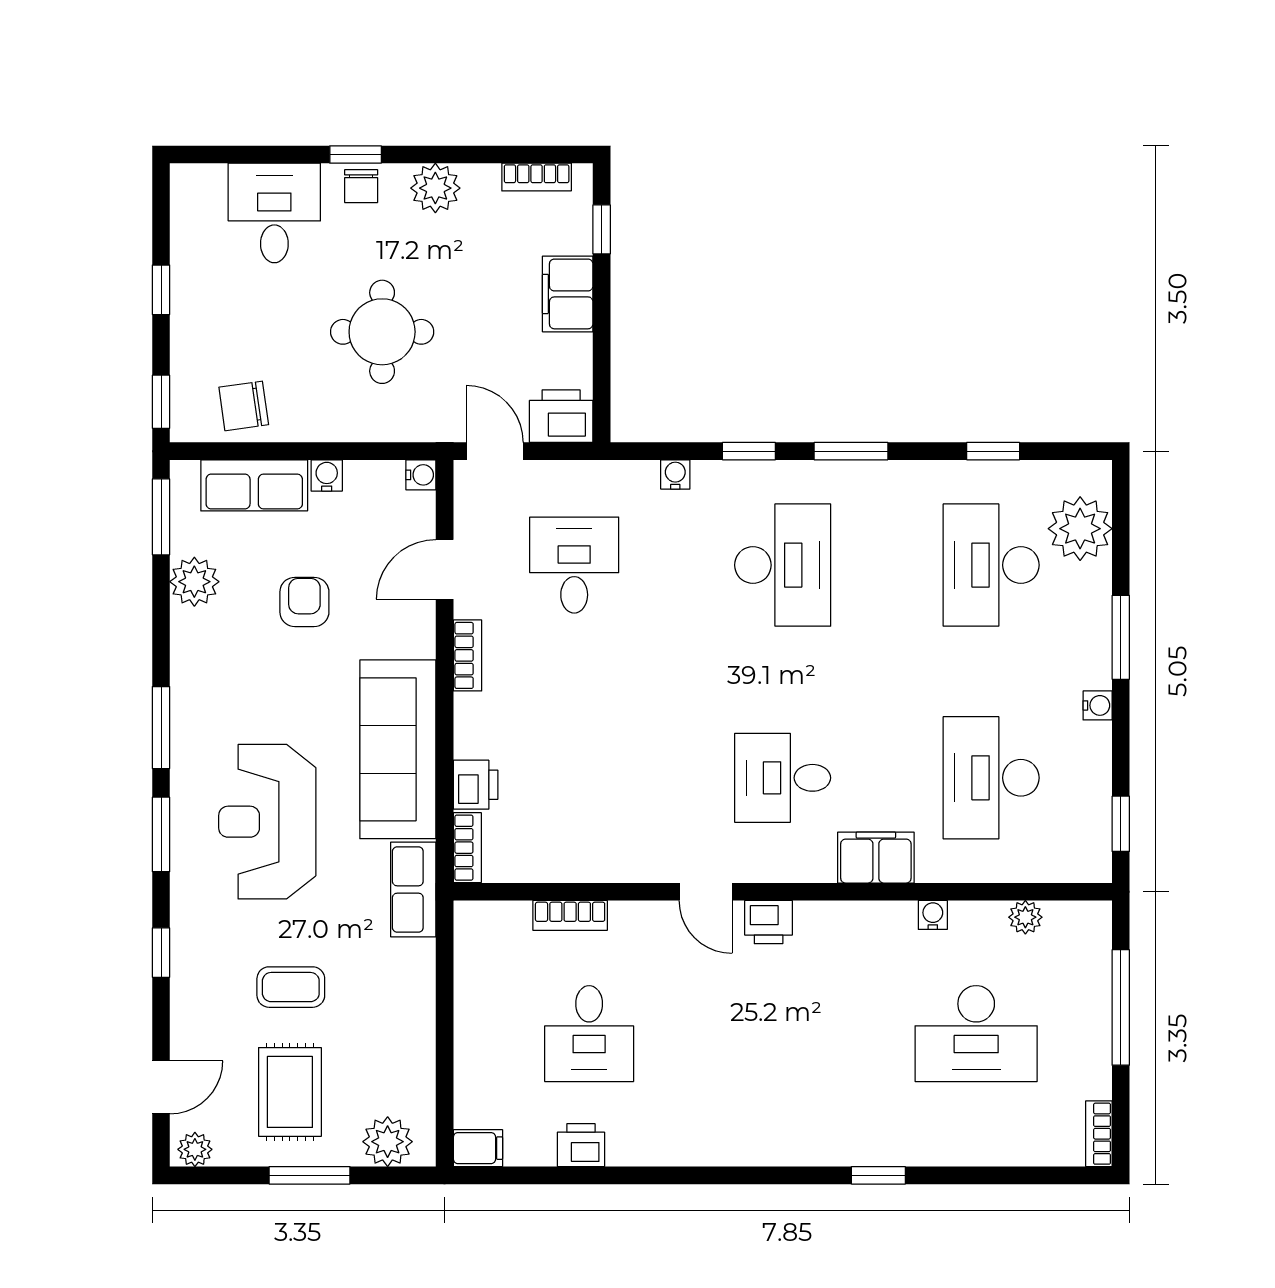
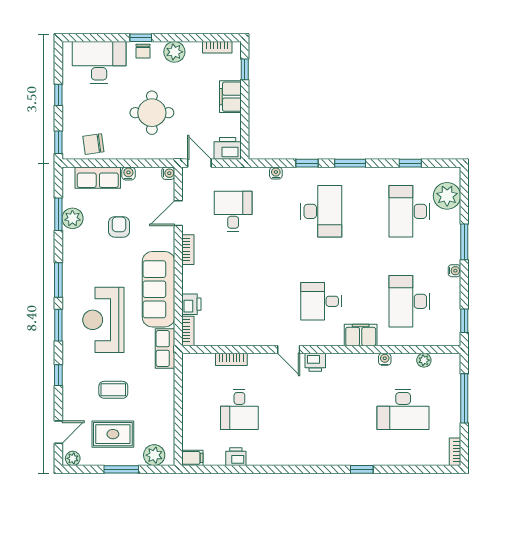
desk: (274, 213) -> (99, 62), width x1.37
window: (161, 517) -> (58, 214), moved
rug: (290, 1092) -> (113, 434), turned 90

